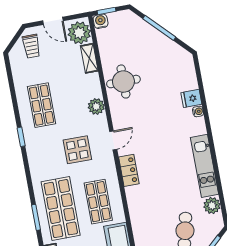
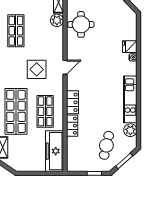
plant: (96, 106) -> (57, 20), moved
locker: (129, 170) -> (73, 102), moved
locker: (136, 213) -> (72, 126), added

